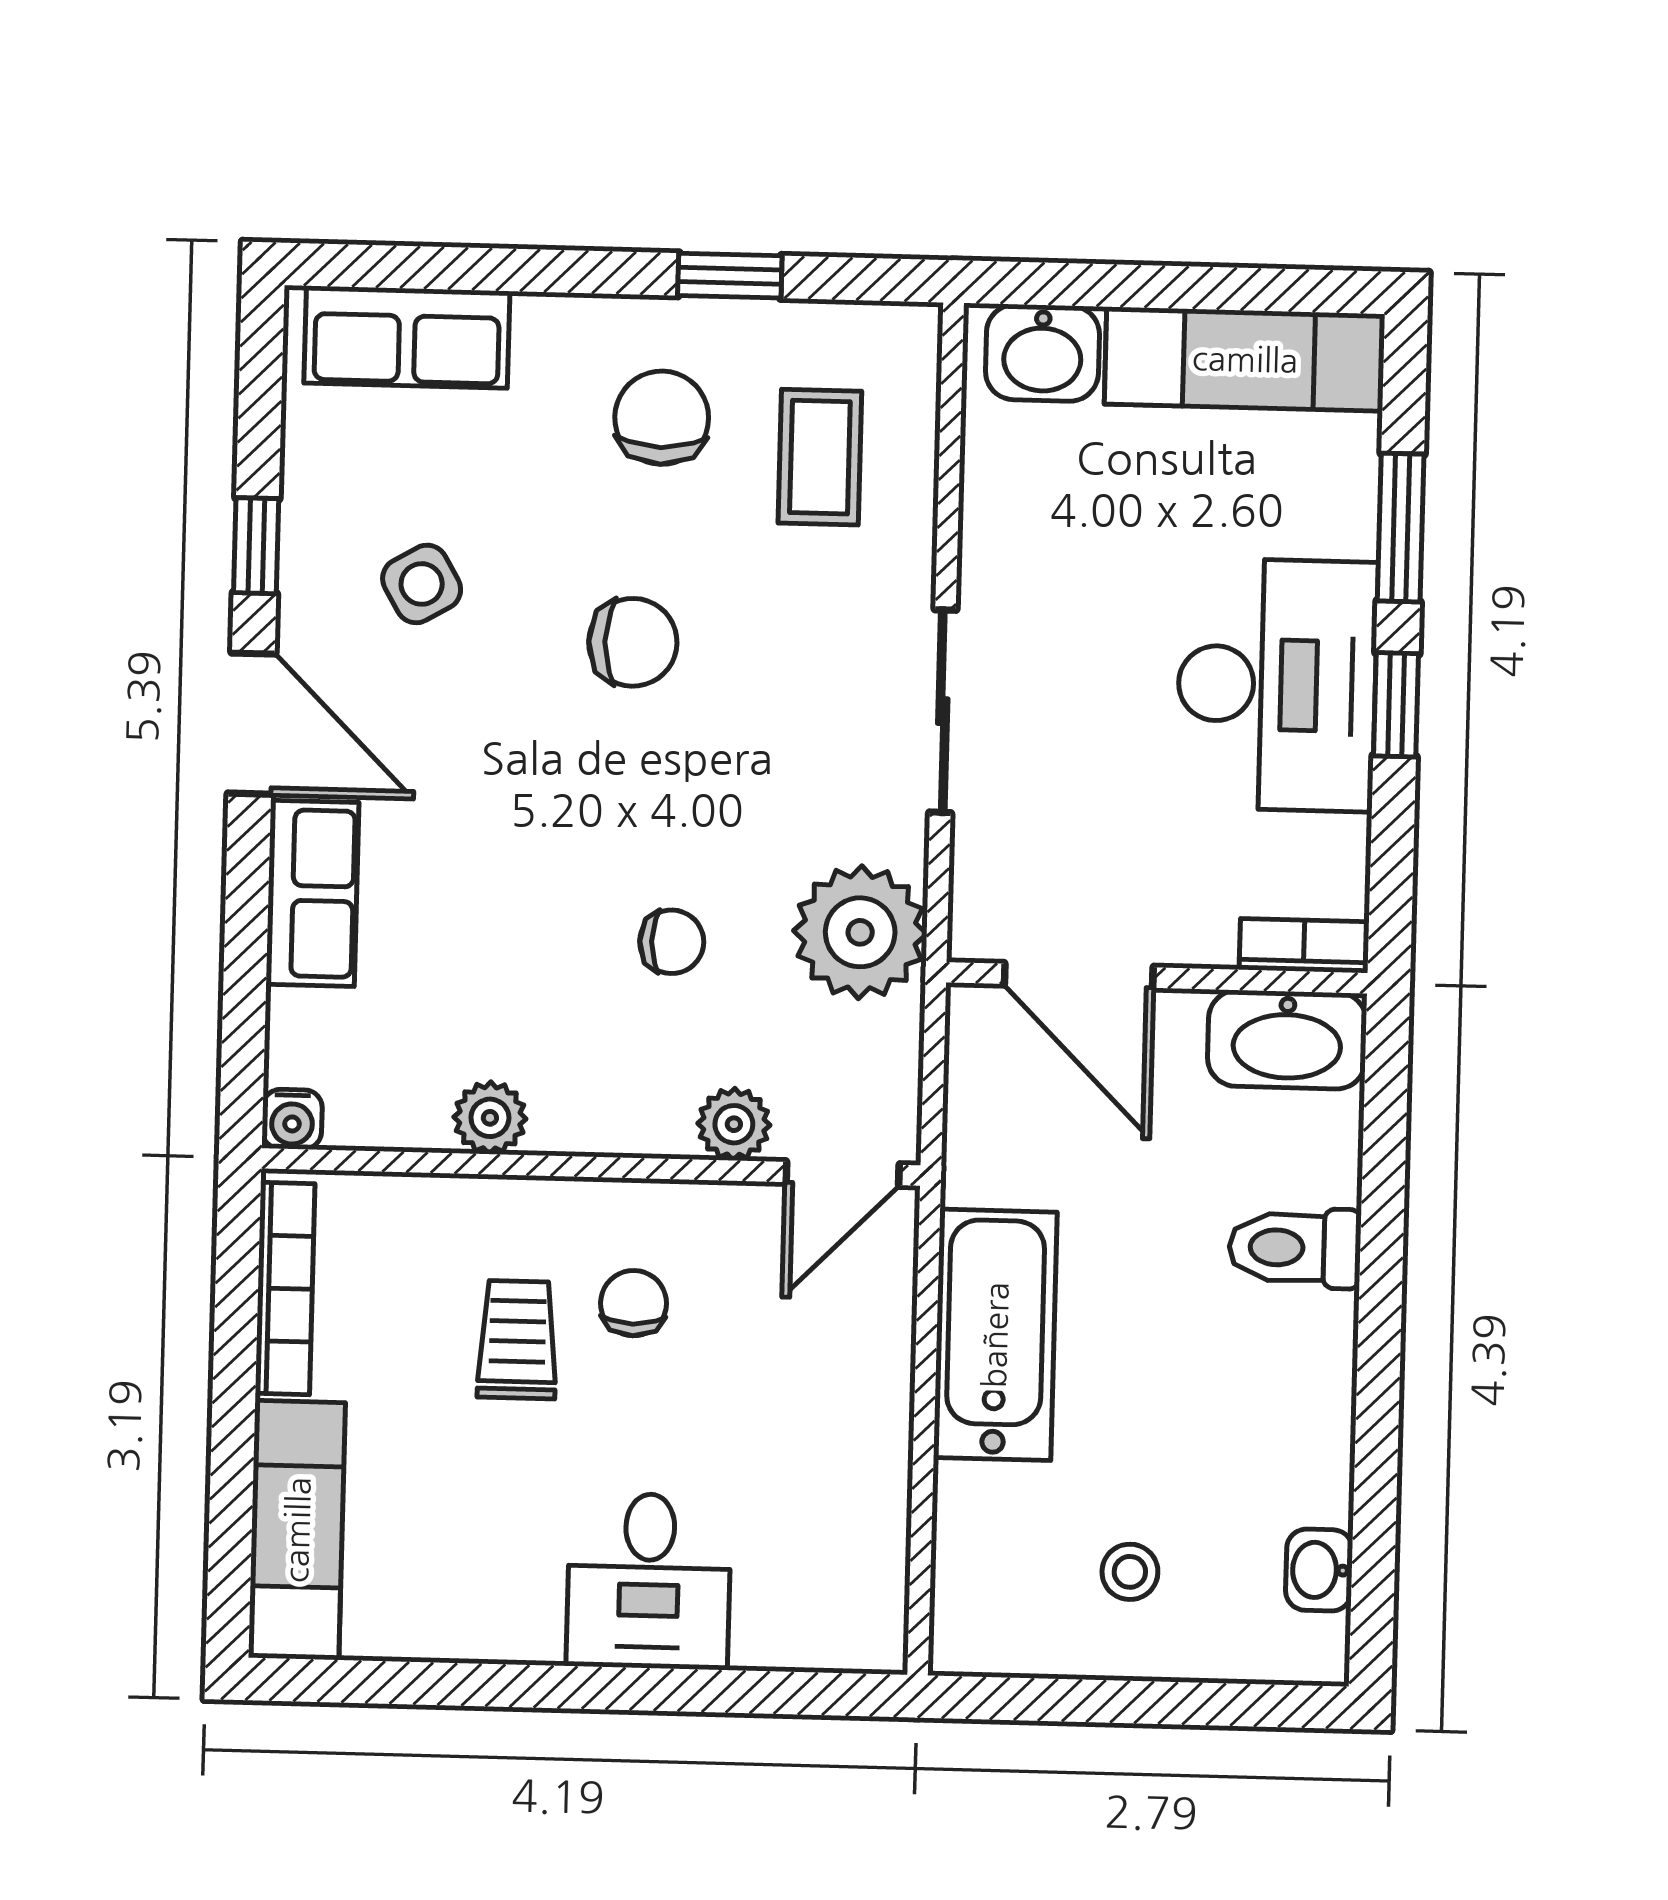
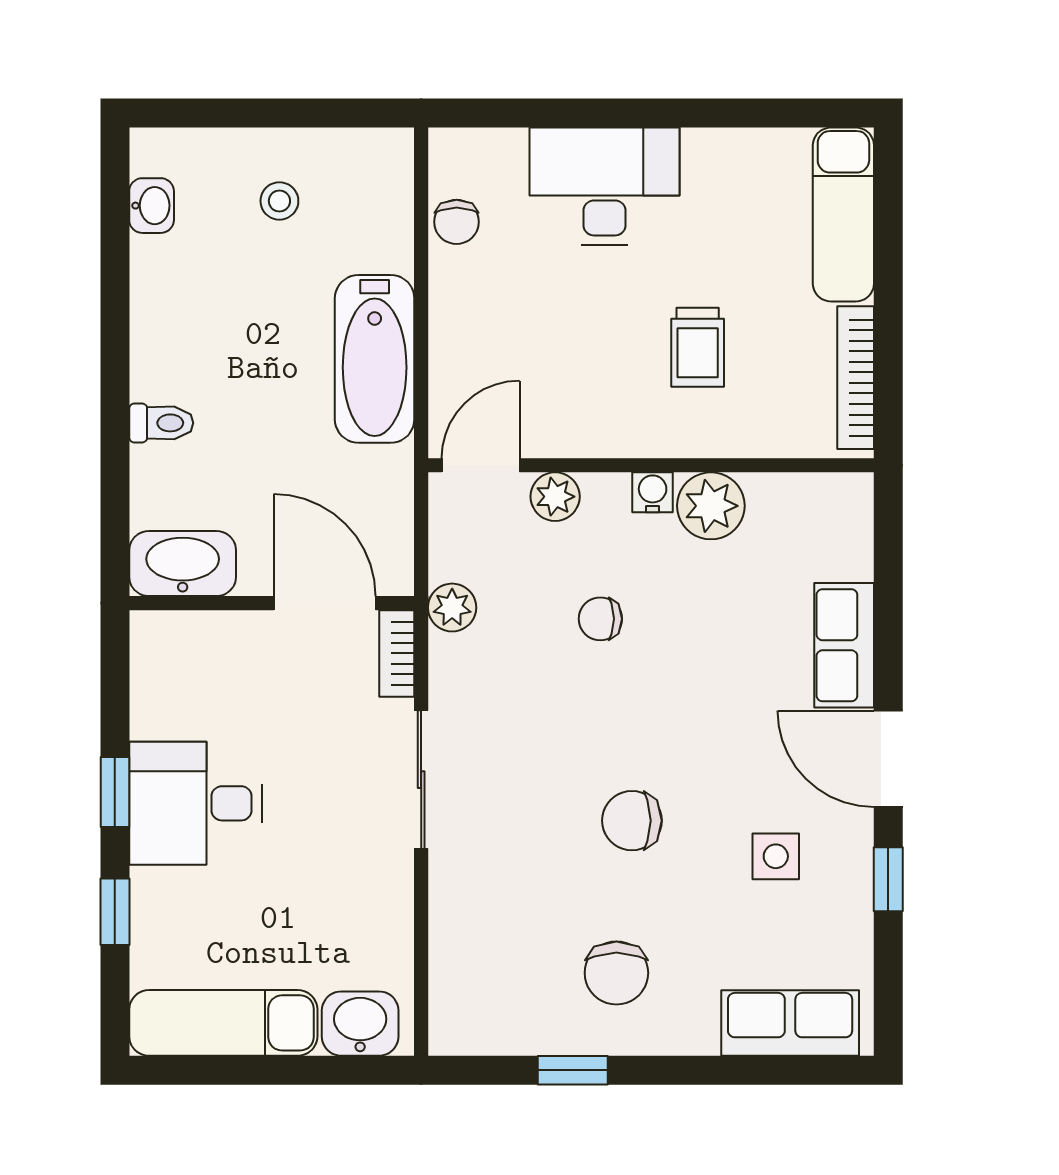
coffee table: (820, 457) -> (509, 949), removed
window: (1401, 528) -> (115, 912), width x0.67
side table: (422, 584) -> (776, 856), turned 30
desk: (1277, 685) -> (196, 803), width x0.73
plant: (860, 932) -> (452, 608), width x0.53, depth x0.53
bookcase: (1304, 946) -> (397, 653), moved, turned 90
plant: (490, 1118) -> (711, 506), width x1.38, depth x1.38
water cooler: (292, 1119) -> (653, 492), moved
toilet: (1295, 1248) -> (161, 423), width x0.73, depth x0.72
chair: (634, 1303) -> (457, 222), moved
desk: (649, 1581) -> (604, 186), width x1.37

